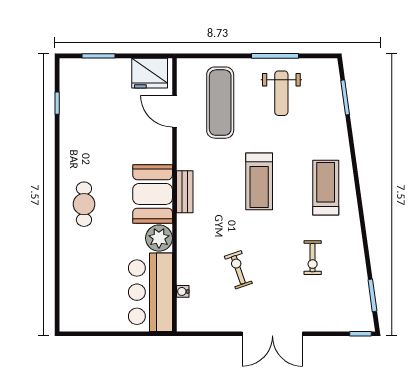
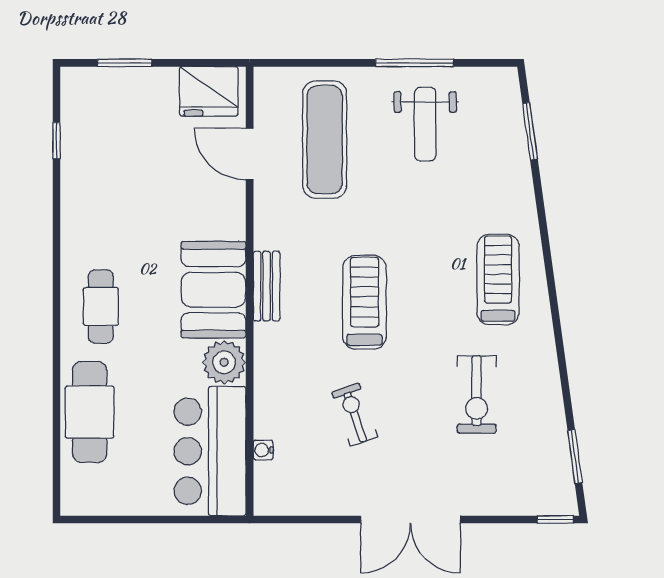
treadmill: (259, 181) -> (364, 302), moved, turned 180
exercise bike: (313, 258) -> (477, 394), width x1.38, depth x1.39
cafe table: (77, 268) -> (90, 412), added

